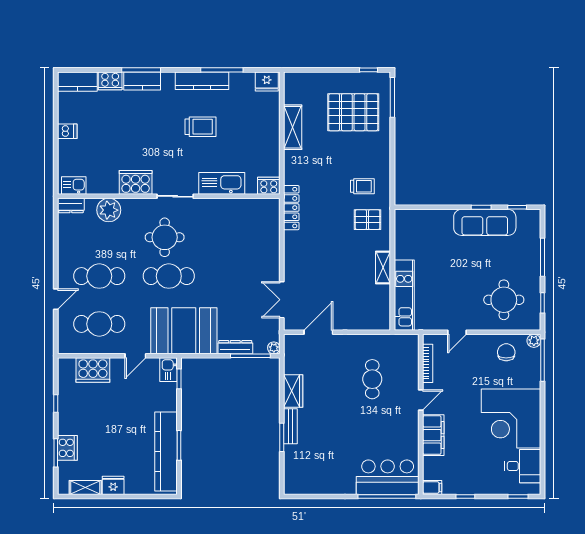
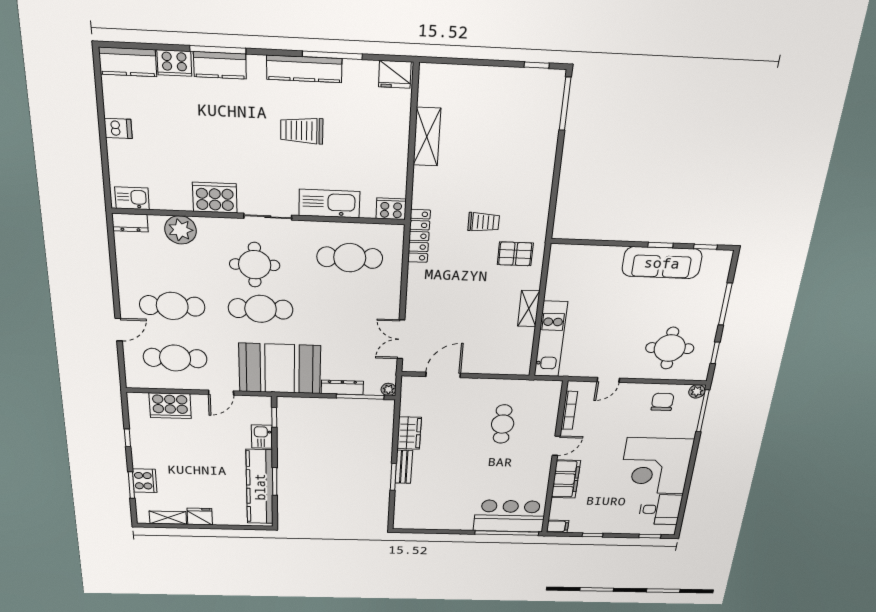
pallet: (353, 112) -> (510, 121), removed
trolley: (200, 127) -> (302, 131), turned 180
trolley: (362, 186) -> (484, 222), moved
cafe table: (238, 228) -> (350, 258), added
kitchen sink: (169, 370) -> (262, 437), moved

